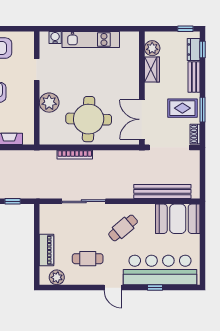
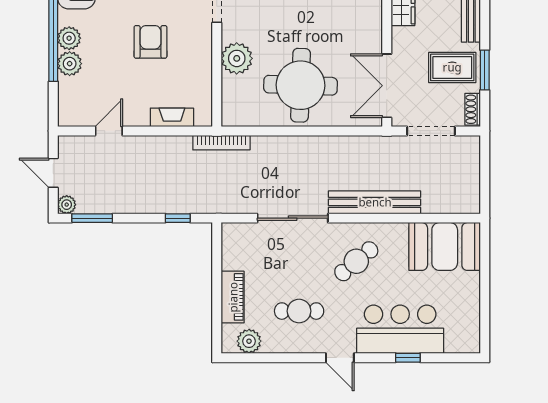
doorway: (169, 147) -> (431, 131), width x0.73
bookcase: (75, 155) -> (221, 143), moved
bench: (162, 191) -> (375, 202), moved
bar counter: (160, 270) -> (400, 329), width x0.73

